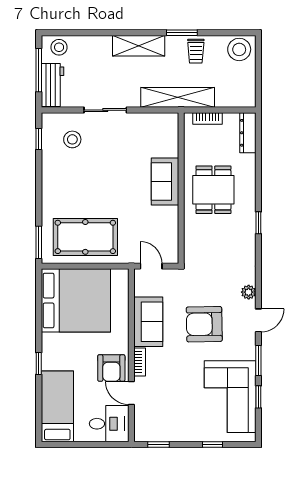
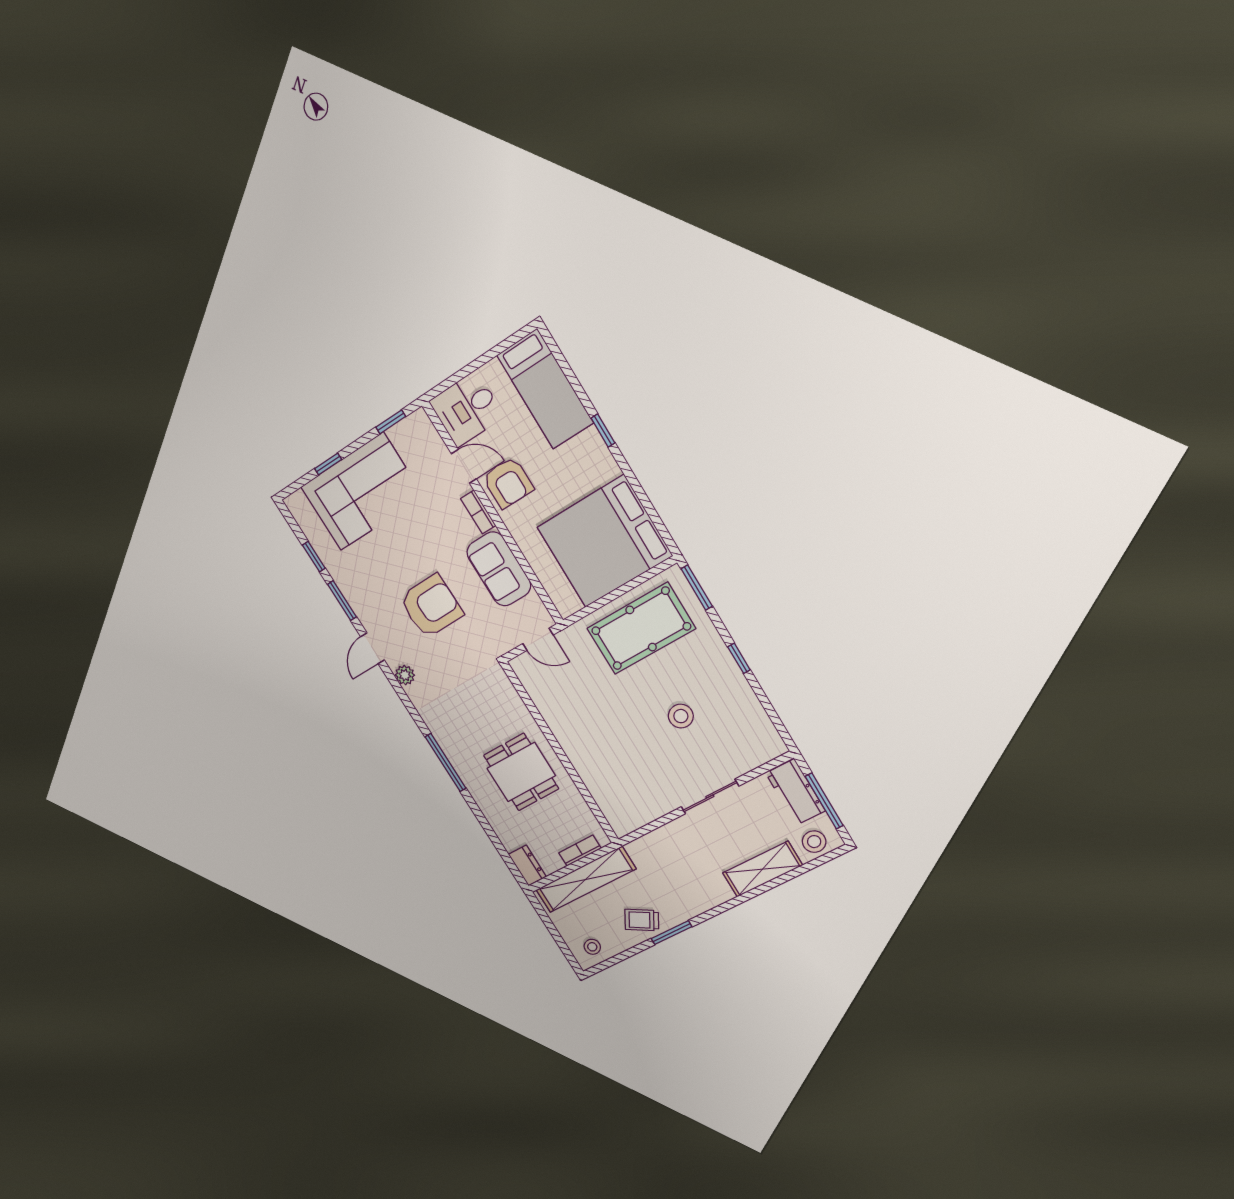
shelving: (139, 46) -> (762, 869), moved
stool: (239, 49) -> (592, 947), width x0.53, depth x0.53
trolley: (196, 51) -> (642, 920), turned -60
shelving: (178, 97) -> (586, 879), moved
dresser: (248, 133) -> (527, 866), width x0.70
window: (39, 139) -> (739, 658), moved
stool: (72, 139) -> (681, 716), moved
sofa: (165, 181) -> (584, 750), removed
window: (258, 223) -> (446, 762), width x2.17
armchair: (111, 368) -> (508, 483), turned 180
corner sofa: (230, 397) -> (362, 492), moved, turned 90

